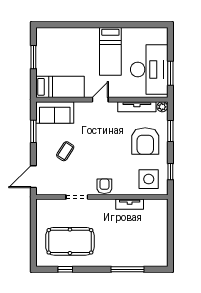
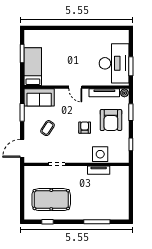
bed: (110, 51) -> (83, 49), removed
bed: (60, 87) -> (33, 67), moved, turned -90
door: (100, 100) -> (75, 87), swing flipped
side table: (149, 179) -> (100, 154), moved
armchair: (104, 186) -> (85, 128), moved

